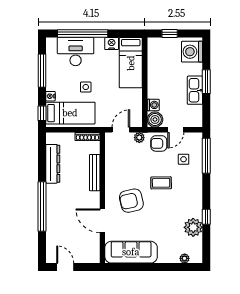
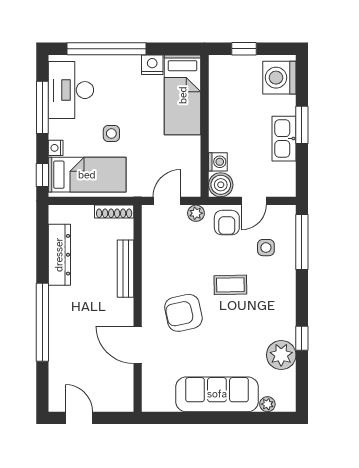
desk: (76, 52) -> (71, 90), moved, turned -90
armchair: (159, 143) -> (227, 223), turned -90
sofa: (131, 252) -> (217, 394), moved

